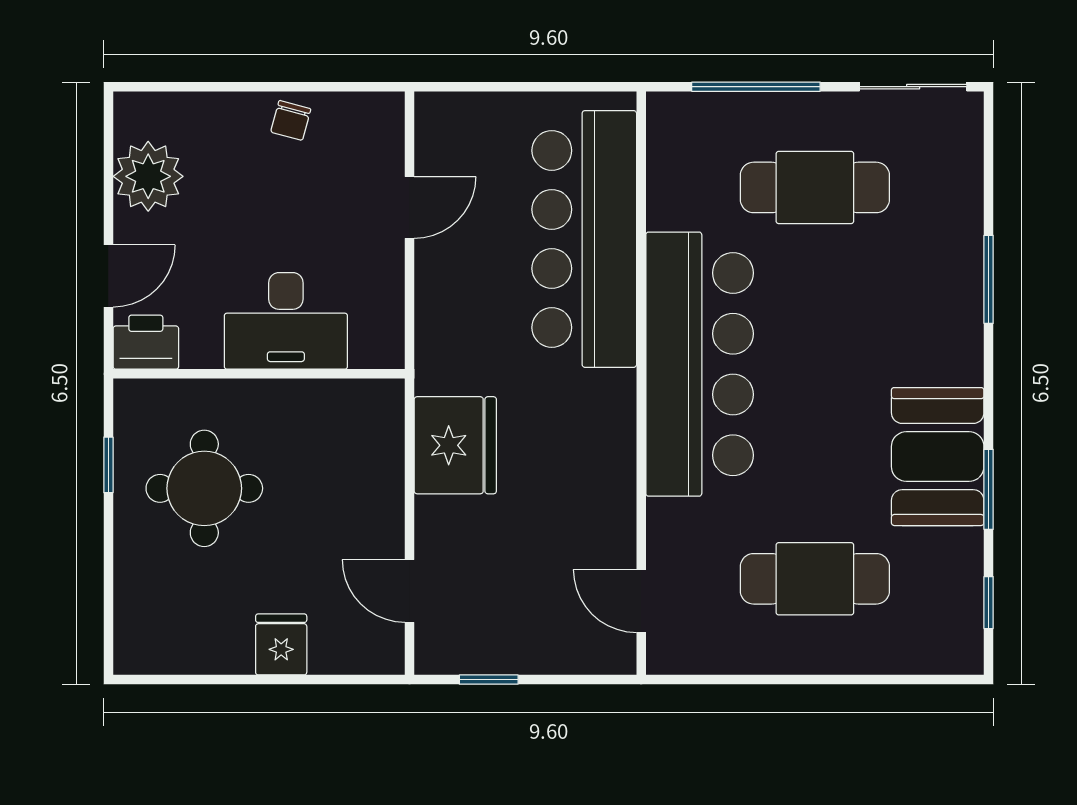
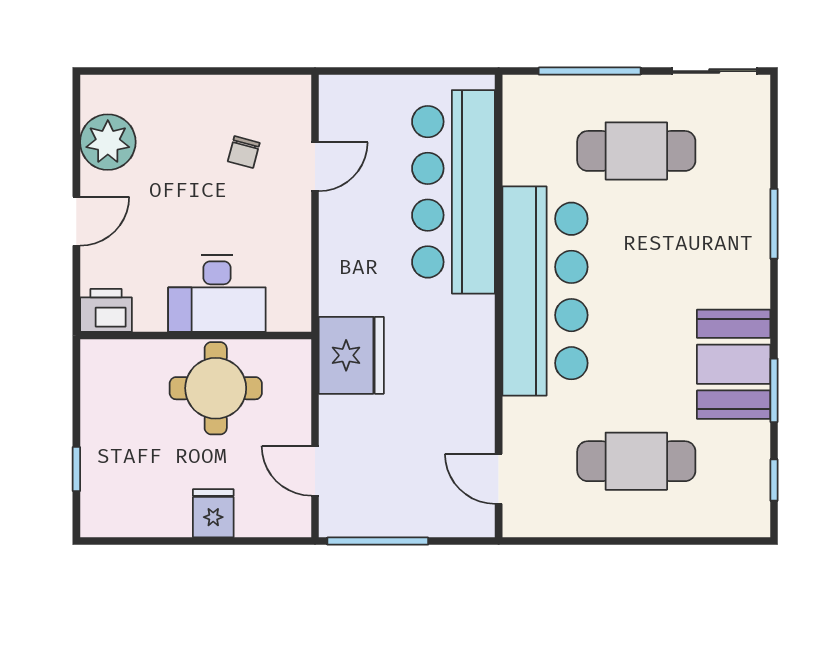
chair: (291, 120) -> (244, 152), moved
desk: (286, 321) -> (217, 293), moved
printer: (146, 342) -> (106, 310), moved
wall: (259, 374) -> (196, 335), moved
window: (108, 465) -> (76, 469), moved
round table: (204, 488) -> (216, 388), moved
window: (489, 680) -> (378, 541), width x2.17

